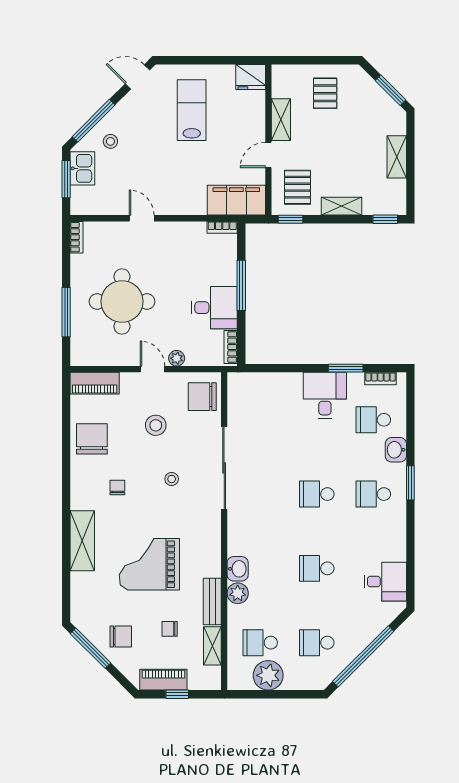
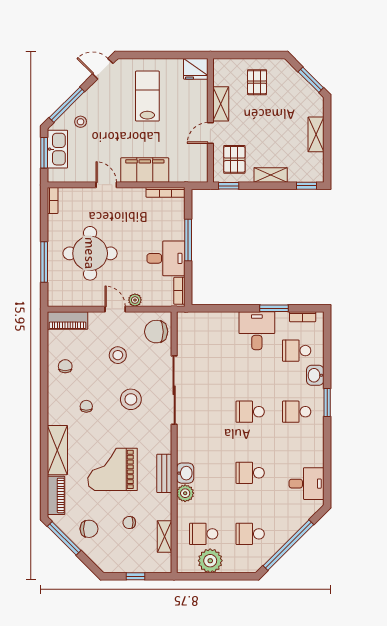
kitchen sink: (82, 168) -> (57, 149), width x1.38
filing cabinet: (236, 200) -> (145, 170), moved
bookcase: (222, 227) -> (165, 192), width x1.56
chair: (92, 439) -> (65, 366), width x0.54, depth x0.54
stool: (172, 479) -> (131, 399), width x1.89, depth x1.89
bench: (212, 602) -> (164, 473), moved
piano: (163, 680) -> (56, 495), moved, turned 90

